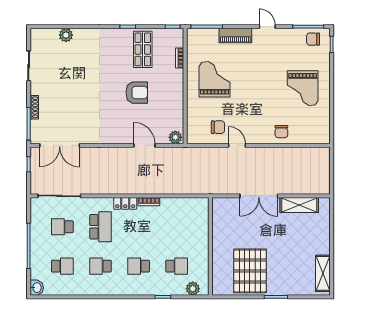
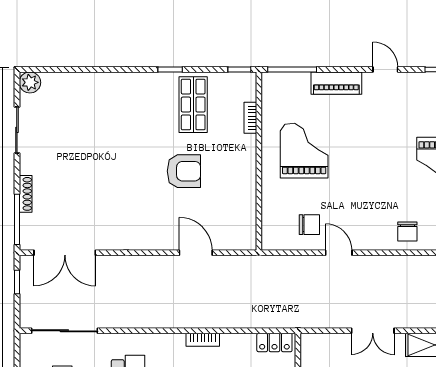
plant: (66, 35) -> (30, 82), moved
plant: (175, 137) -> (244, 240), removed
double door: (259, 196) -> (373, 331), width x0.73
locker: (125, 203) -> (274, 342), moved

